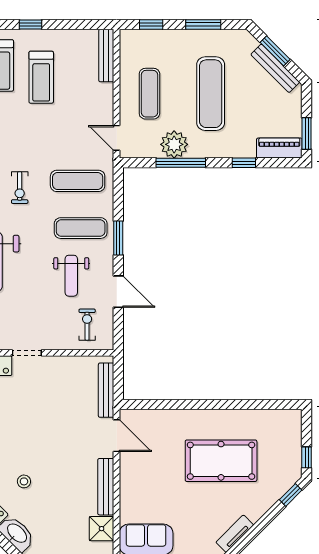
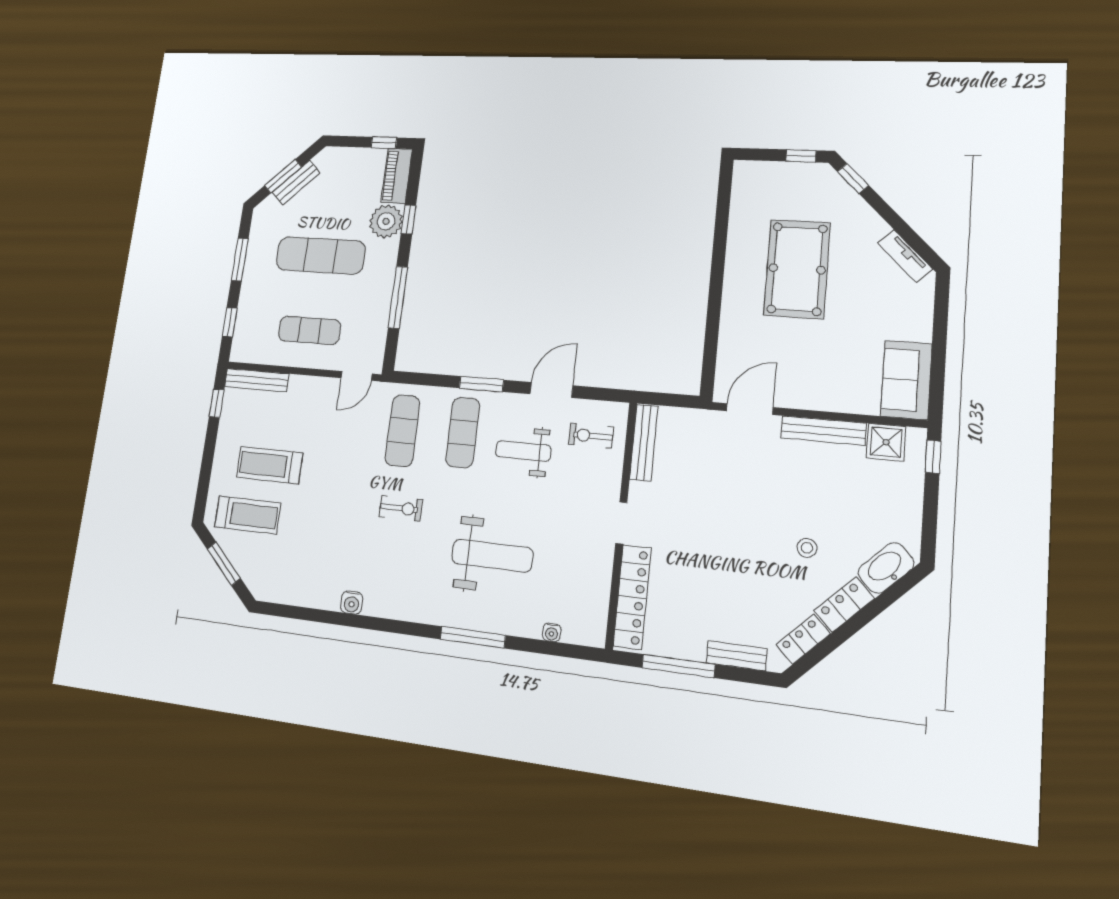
window: (31, 24) -> (217, 403), moved
bench: (275, 68) -> (296, 183), width x0.73
treadmill: (41, 77) -> (270, 465), turned 180
window: (307, 133) -> (384, 143), width x0.67
plant: (174, 144) -> (386, 221), moved
weight bench: (71, 276) -> (523, 451), turned 180
bench: (106, 390) -> (644, 443), moved, turned 90

